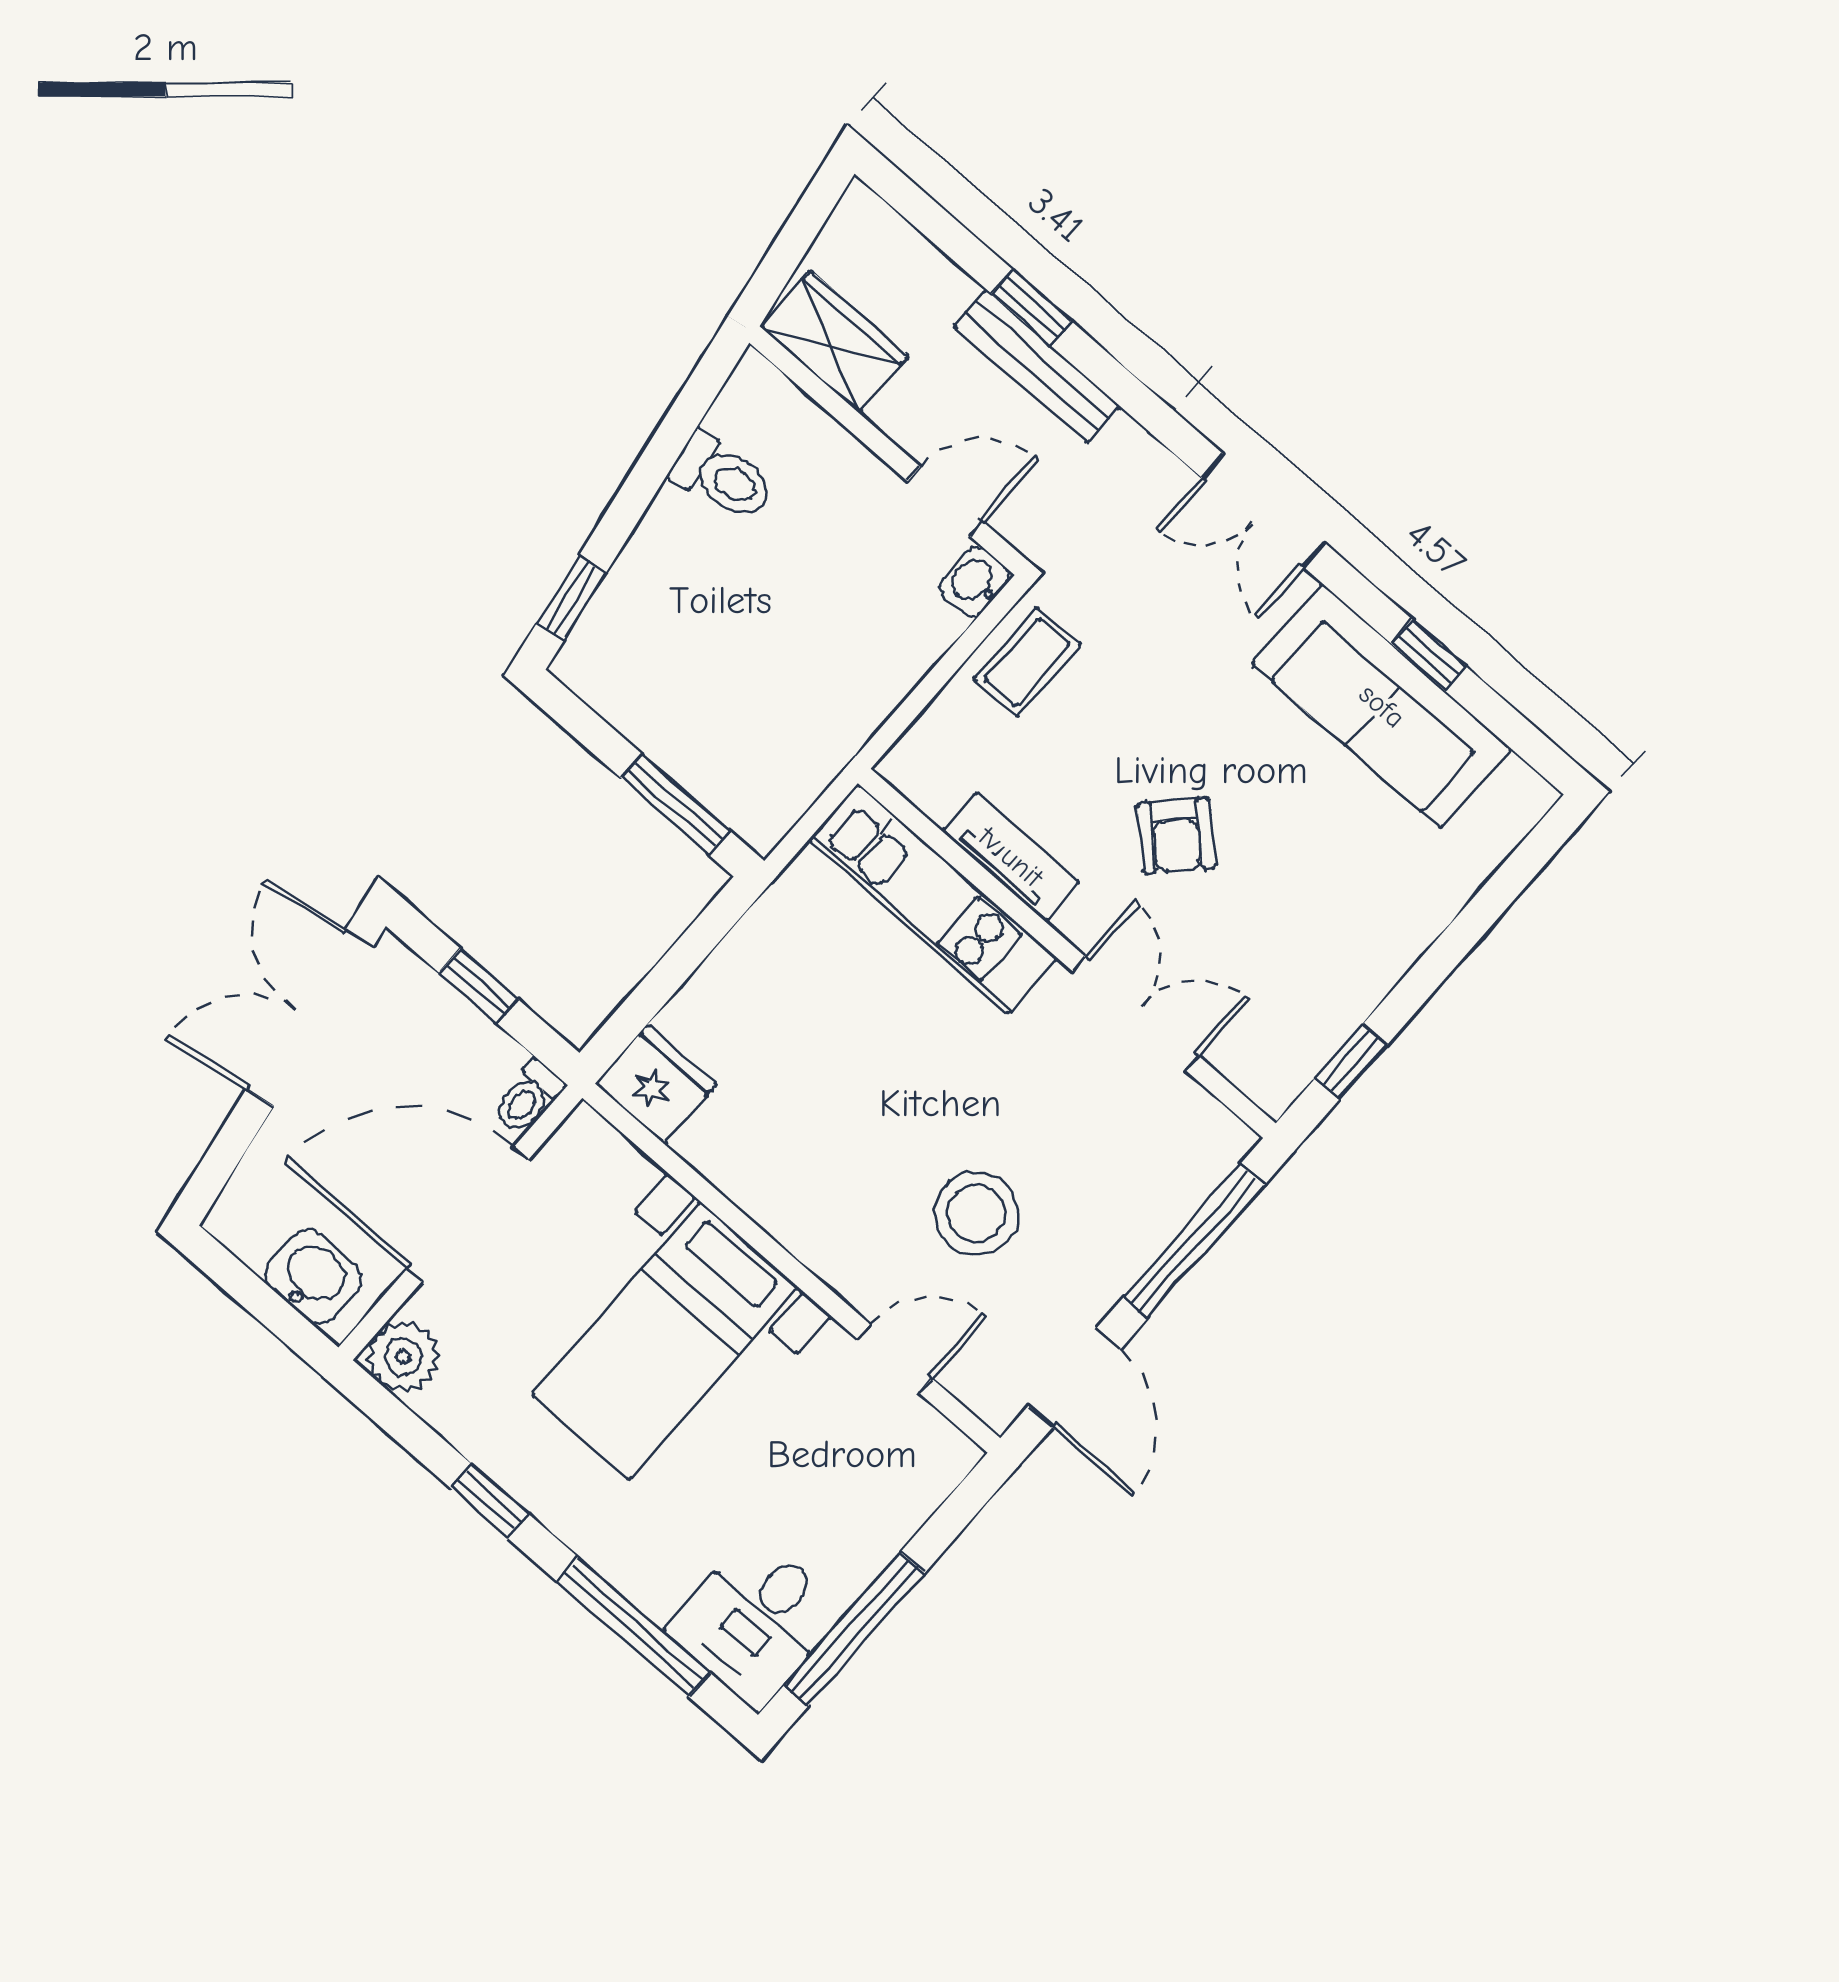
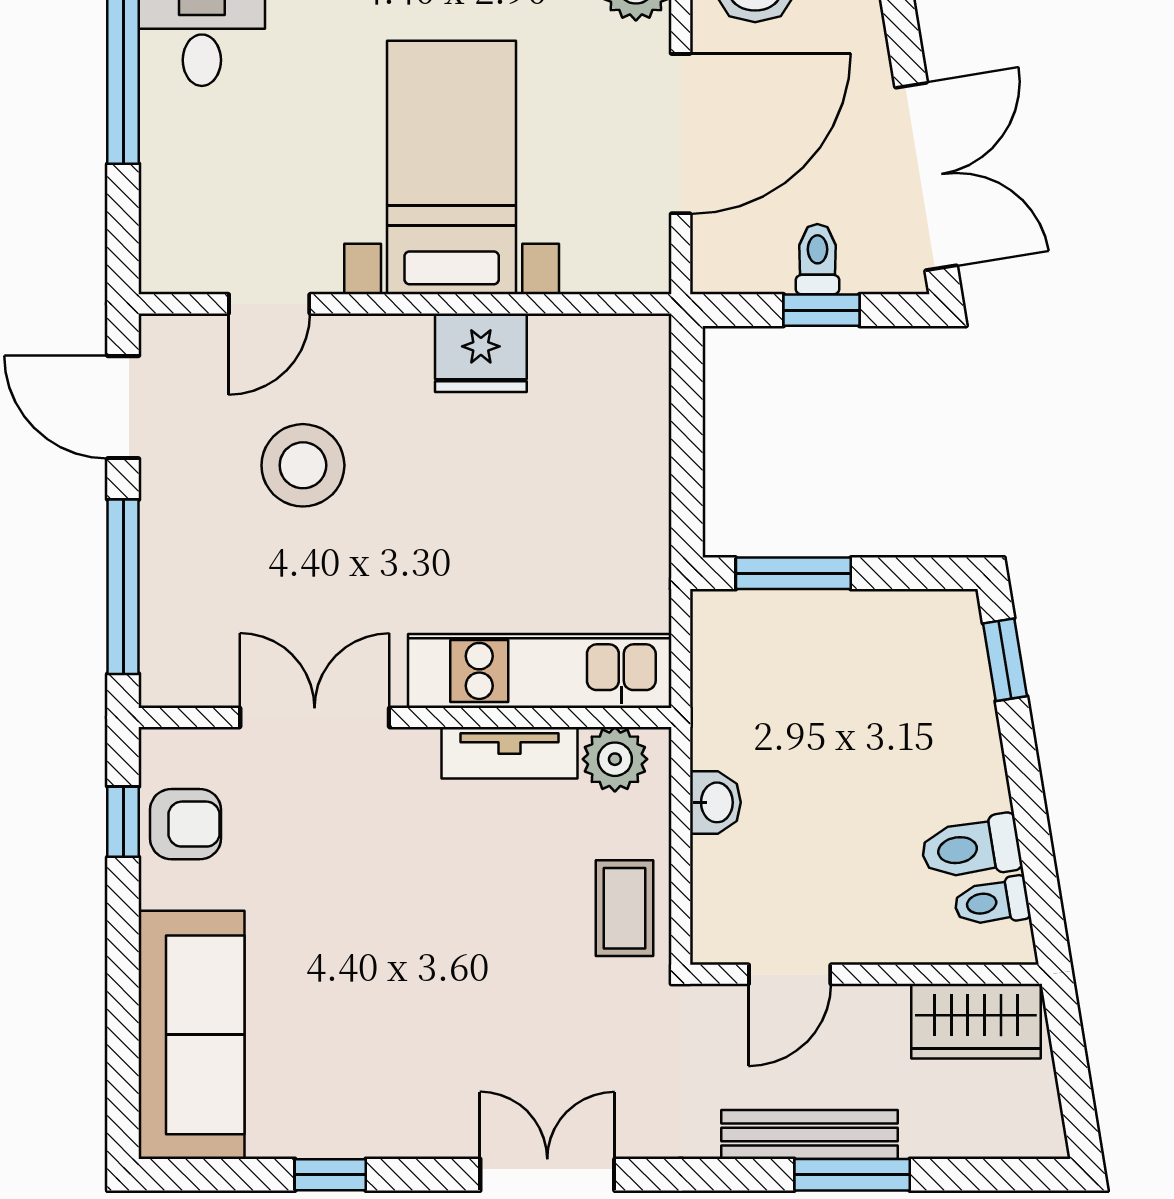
window: (1031, 307) -> (852, 1175), width x1.50
toilet: (743, 422) -> (992, 902), added
washbasin: (975, 582) -> (715, 802), moved
sofa: (1382, 706) -> (192, 1035), moved, turned 90
plant: (935, 782) -> (615, 759), added
armchair: (1176, 835) -> (186, 824), moved, turned 136
double door: (1136, 1014) -> (315, 717), swing flipped
fridge: (656, 1084) -> (481, 353), moved
toilet: (528, 1098) -> (817, 259), moved

